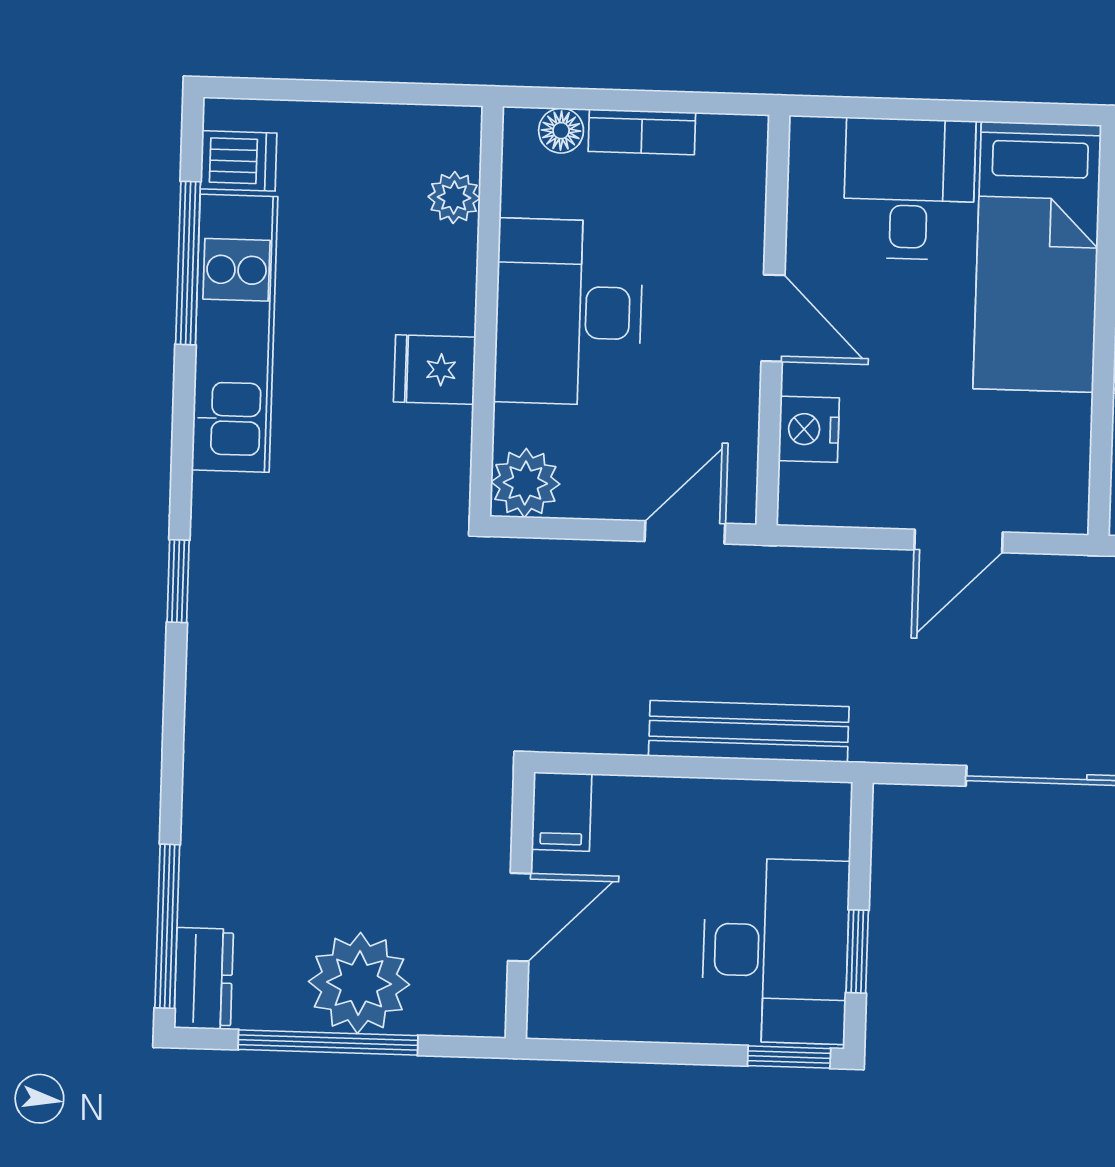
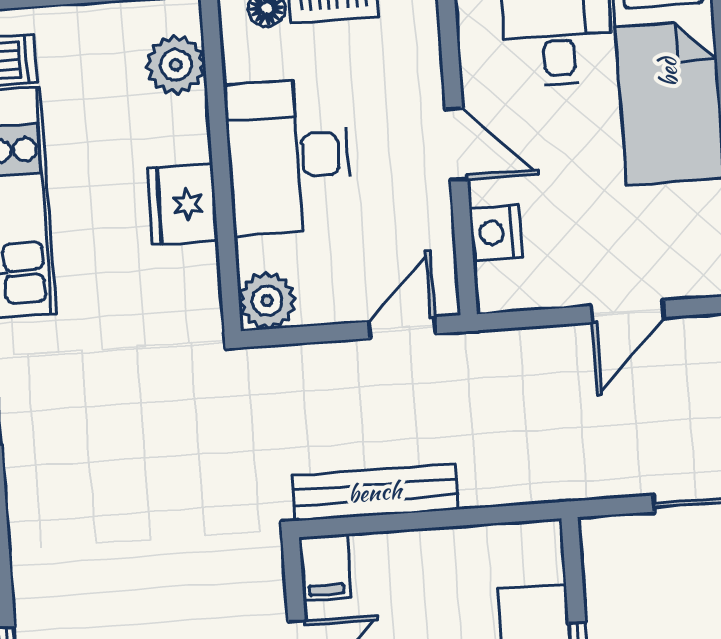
plant: (454, 197) -> (176, 65), width x1.38, depth x1.38
fridge: (435, 370) -> (182, 205), width x1.38
bench: (749, 731) -> (375, 492), moved

